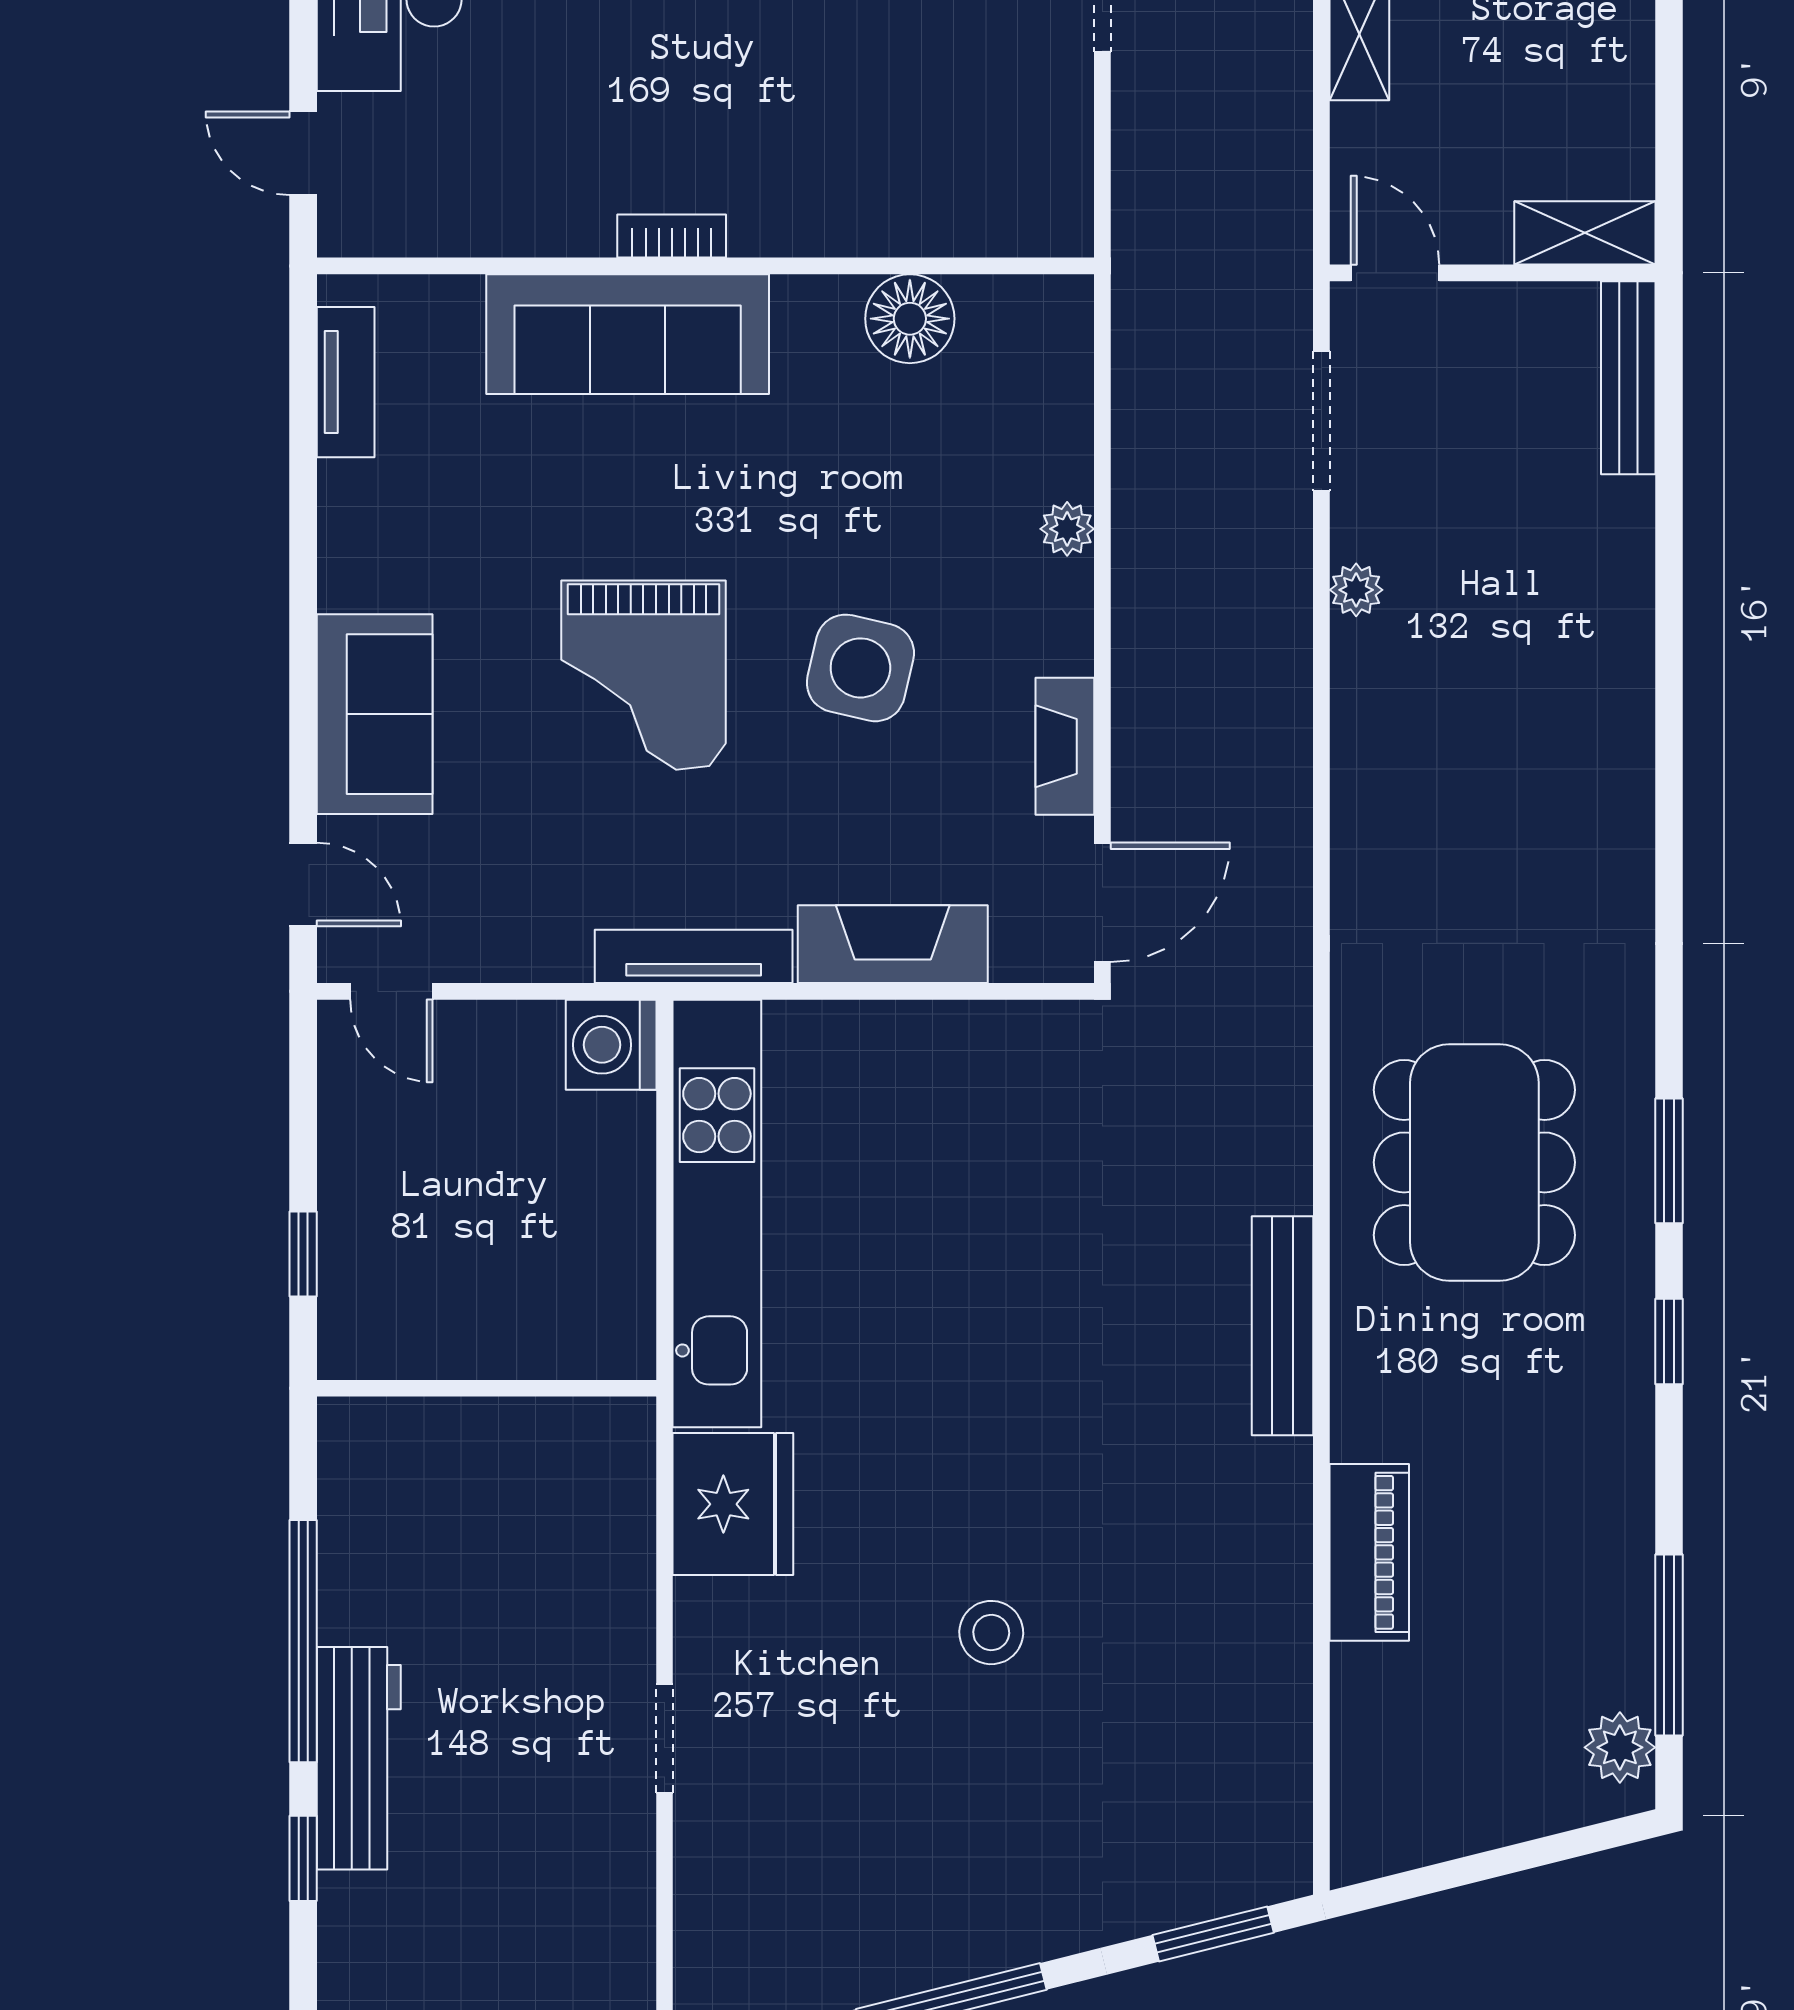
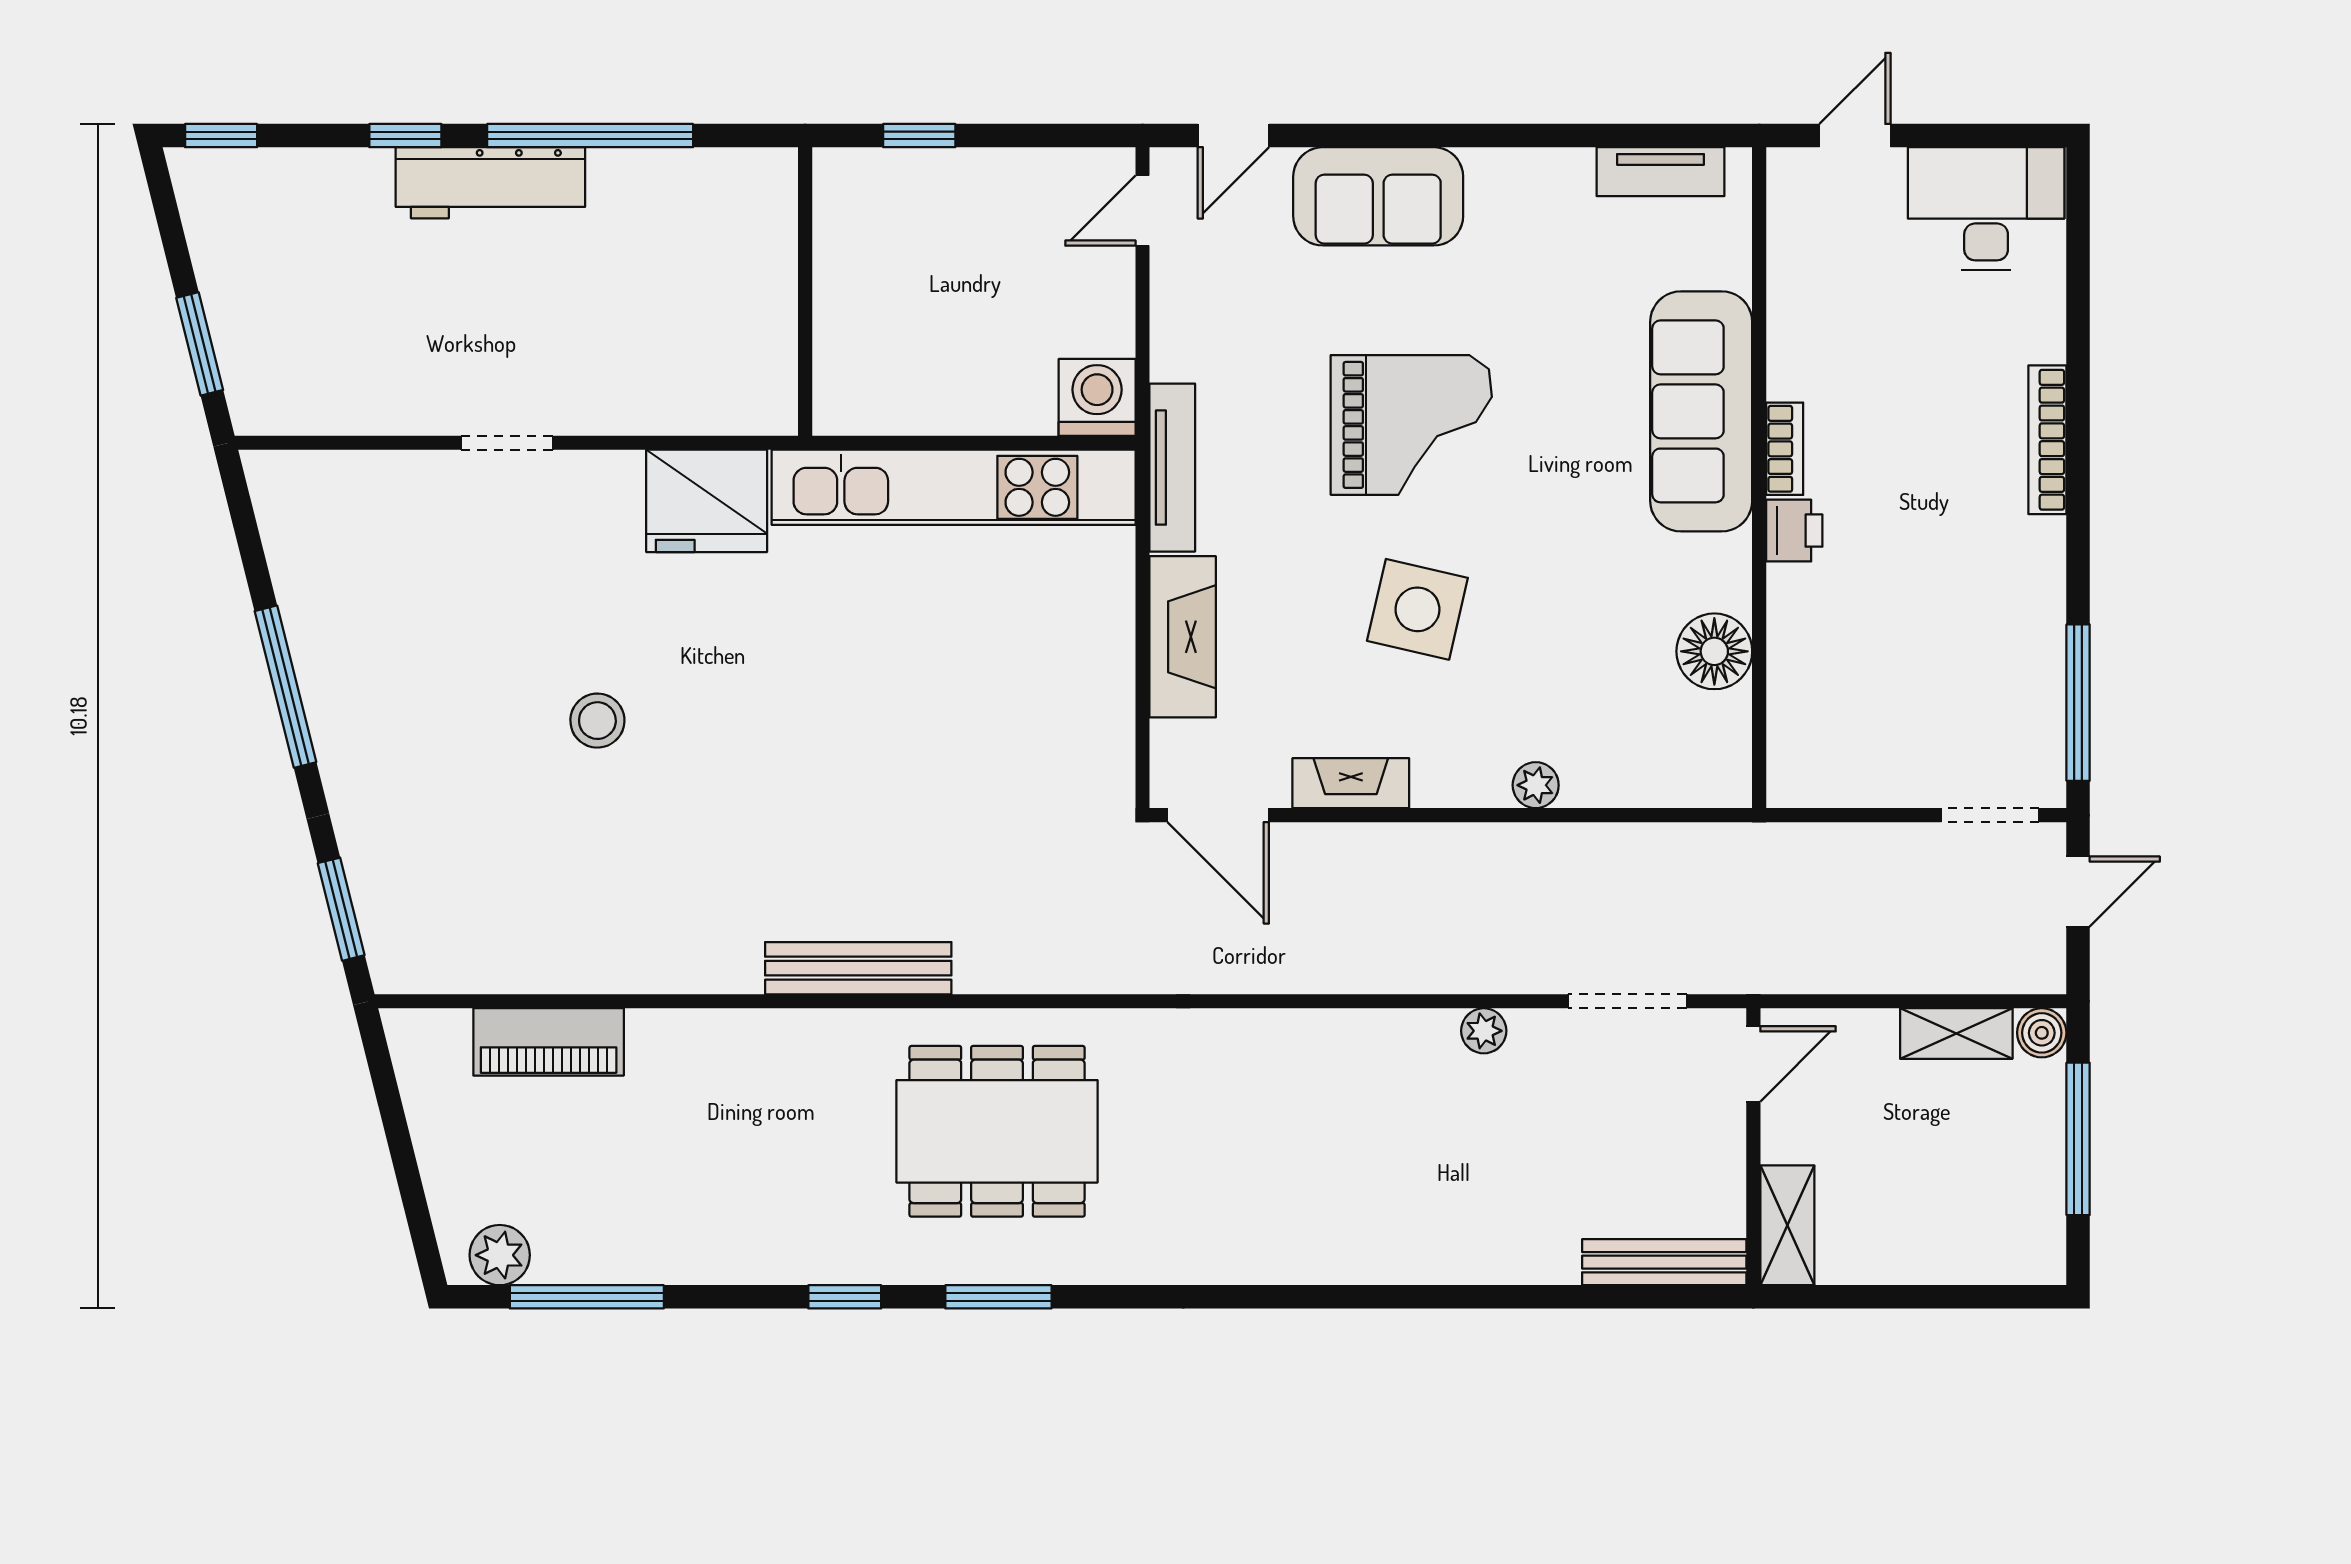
printer: (768, 225) -> (1794, 531), added
grand piano: (643, 675) -> (1411, 425), turned 180
piano: (1369, 1552) -> (549, 1042), moved

